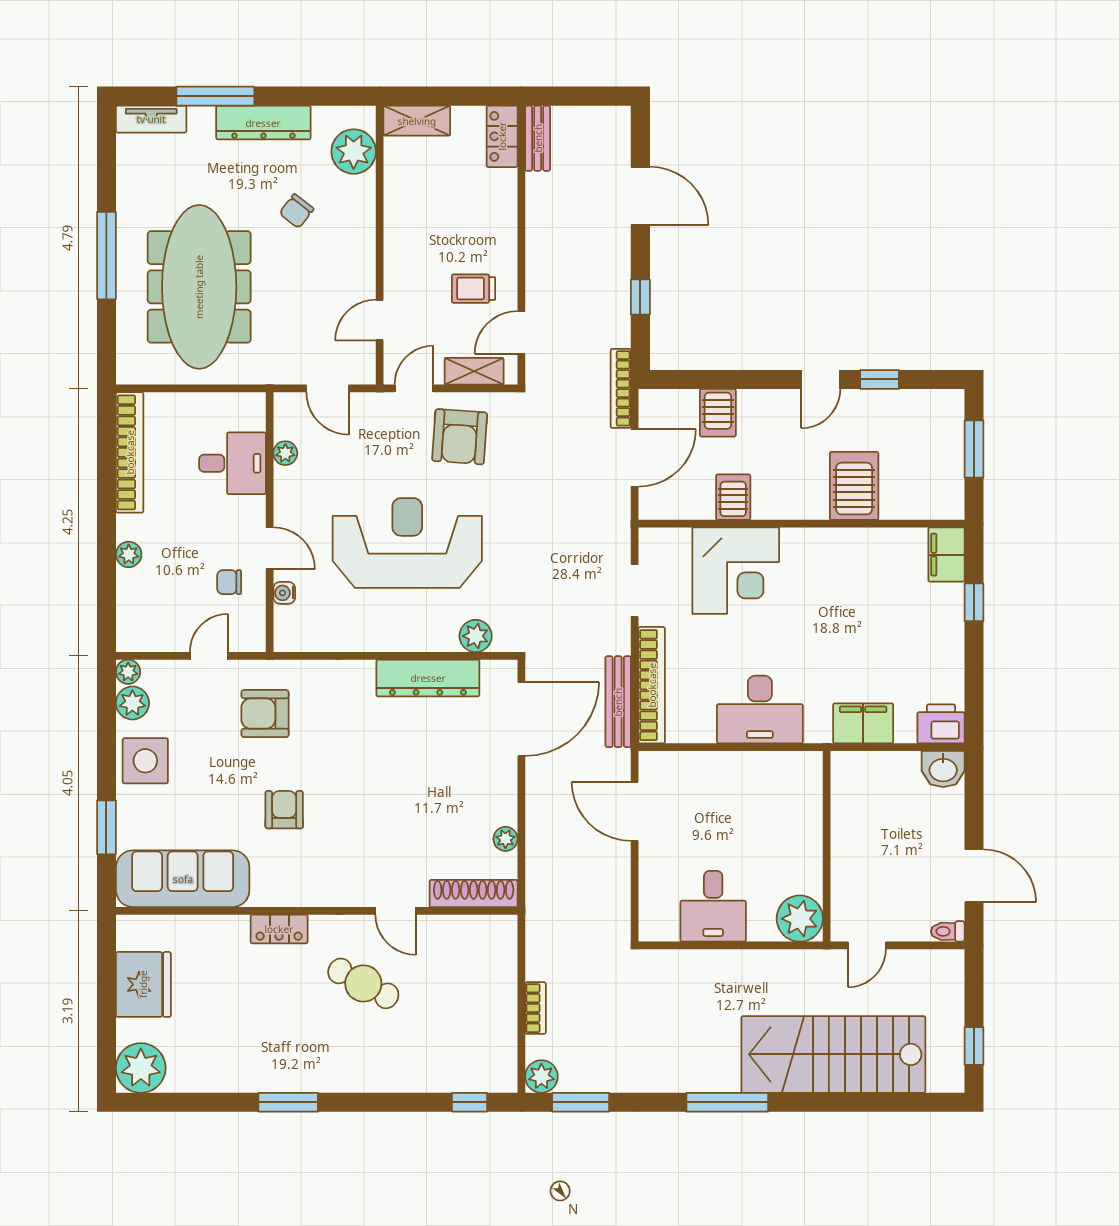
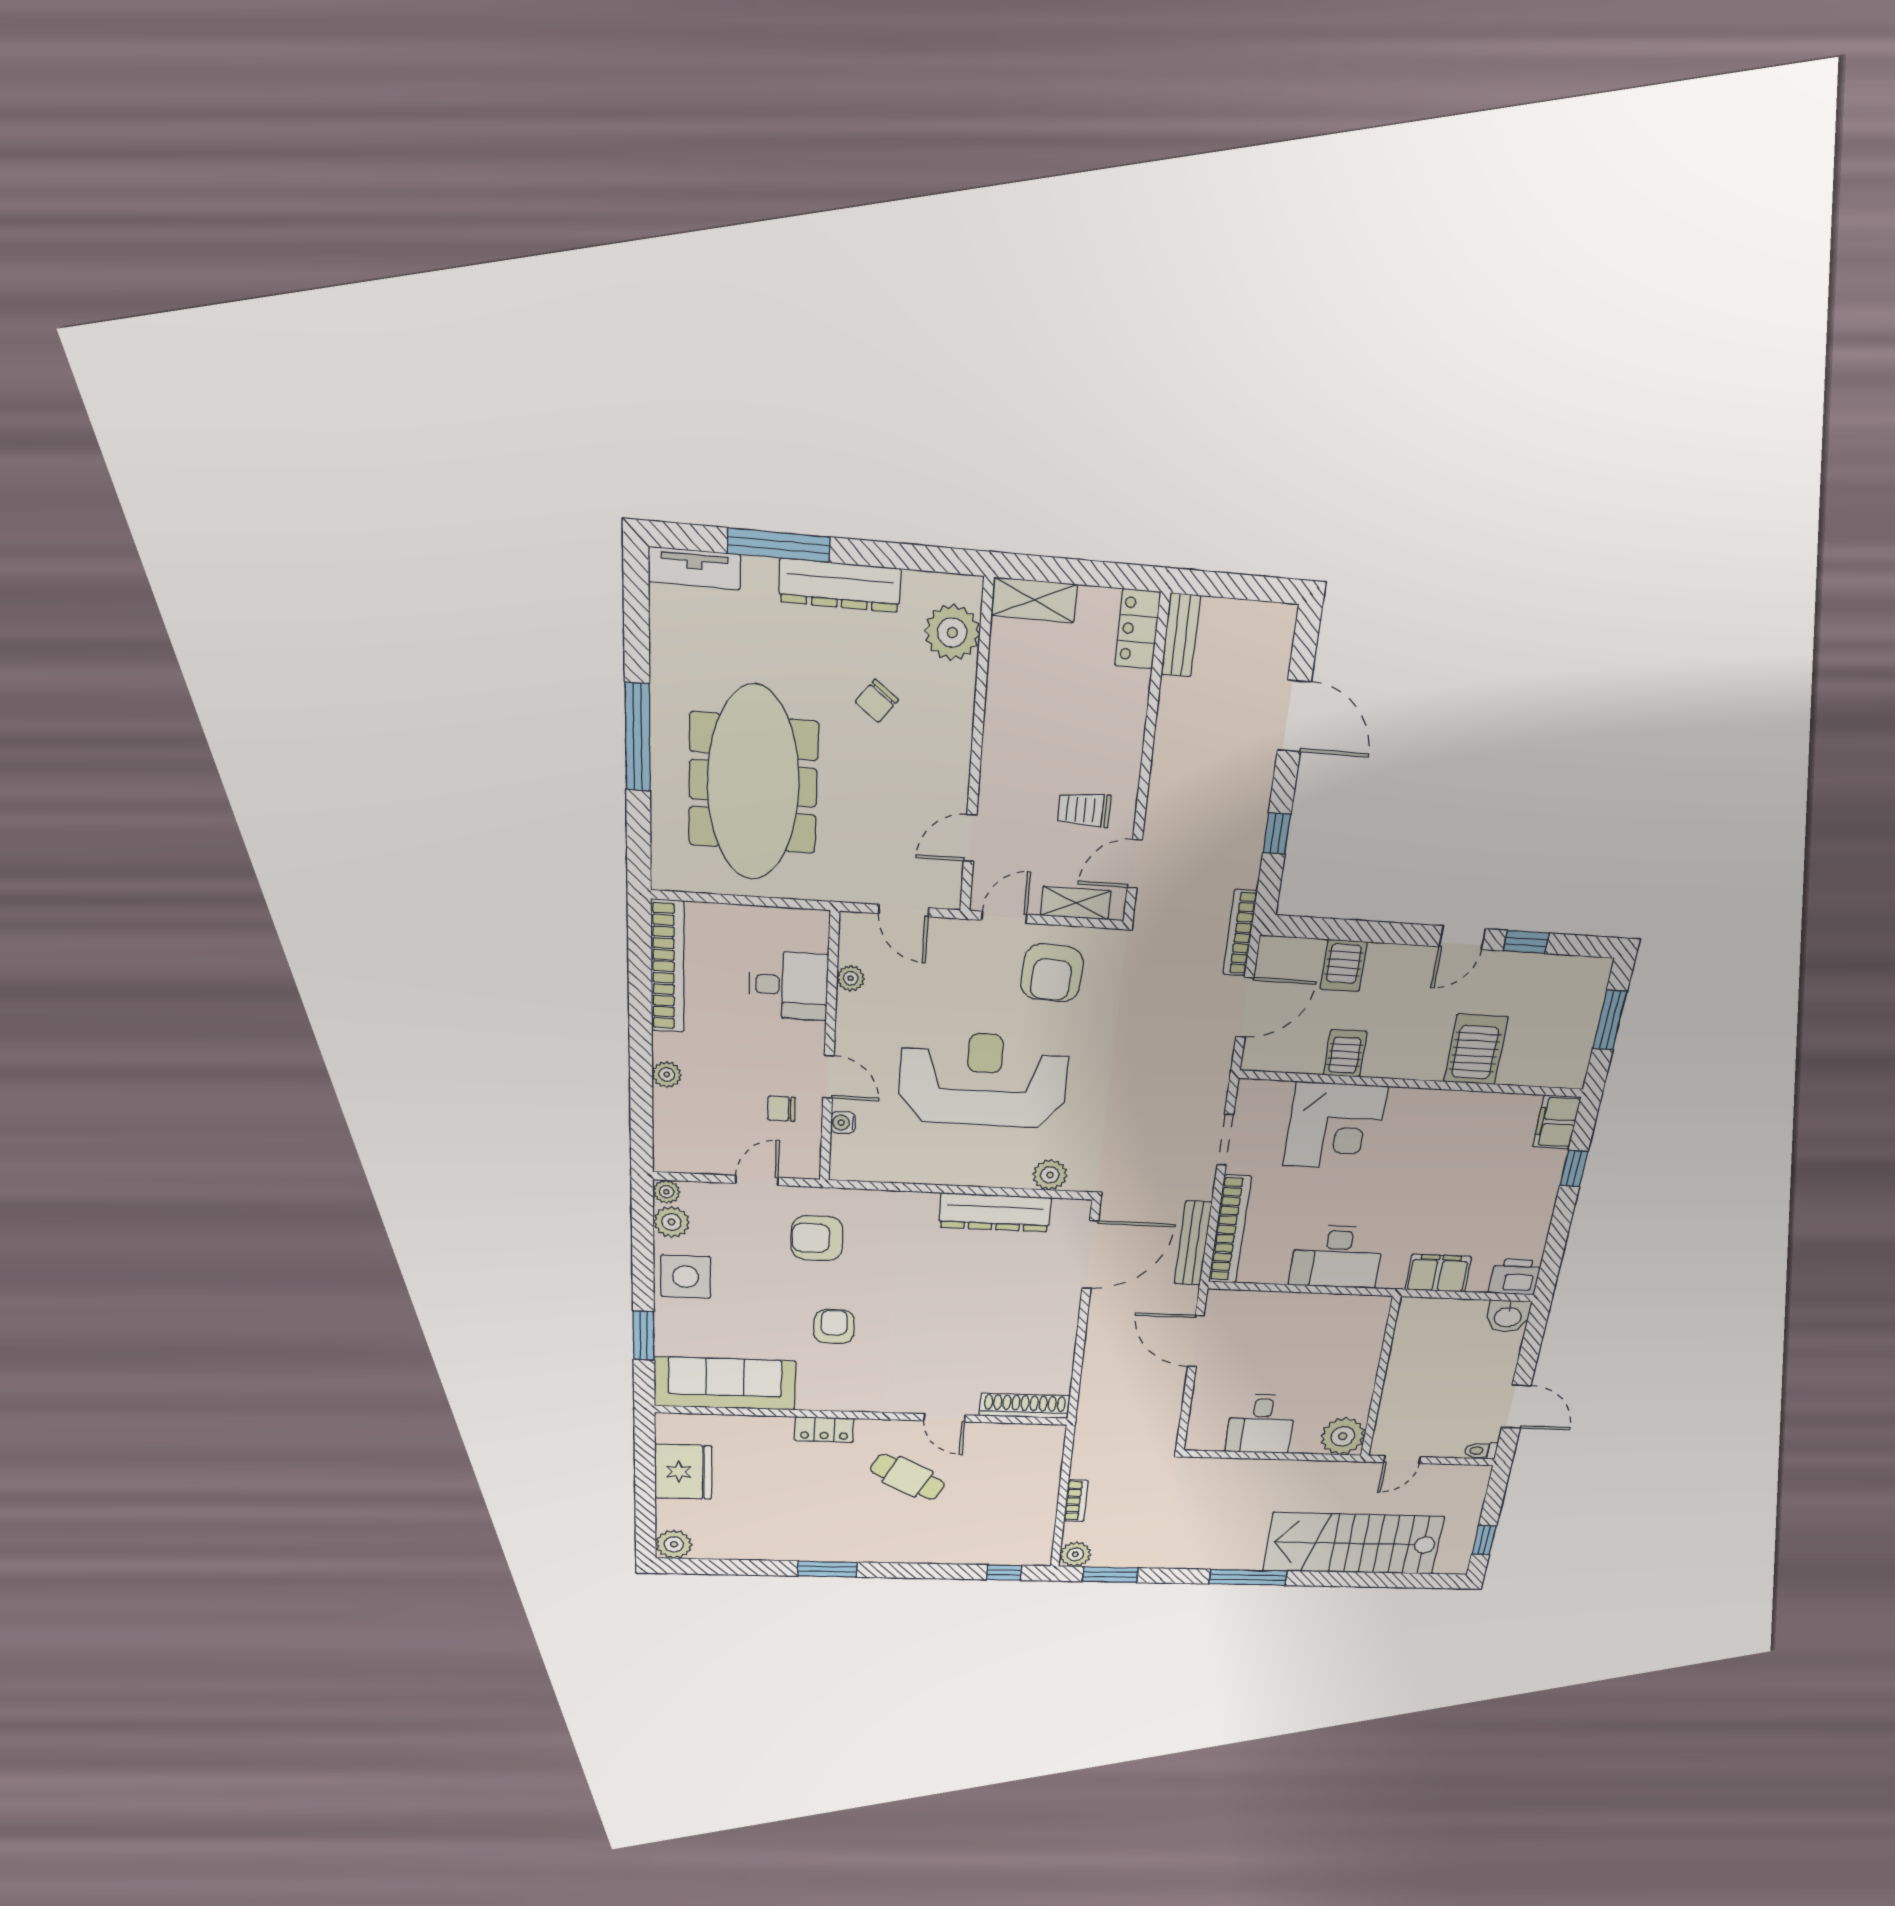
plant: (505, 839) -> (1062, 1360), removed
plant: (141, 1068) -> (674, 1544), width x0.73, depth x0.73

